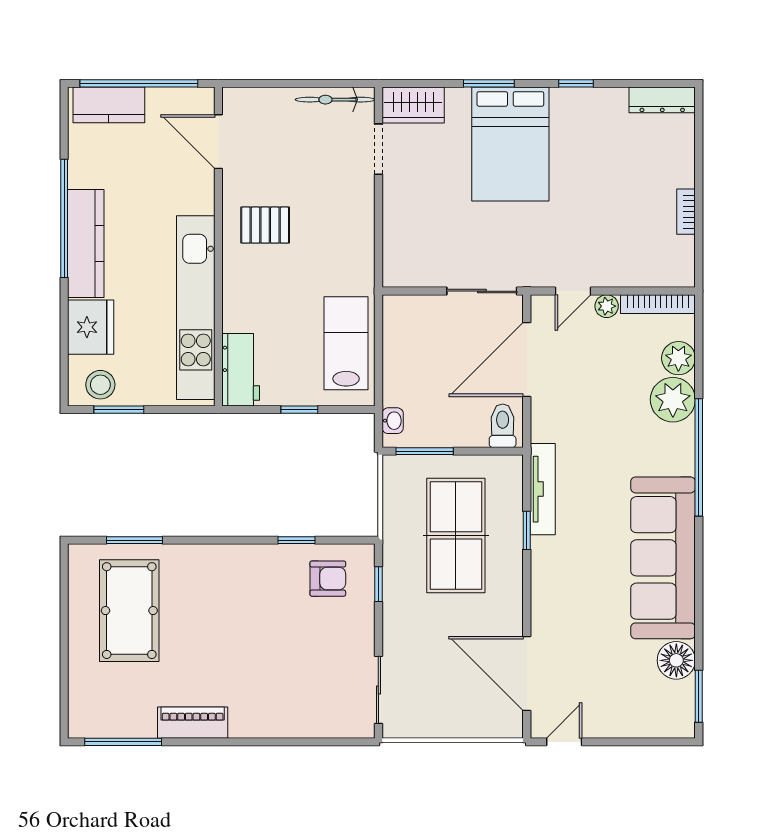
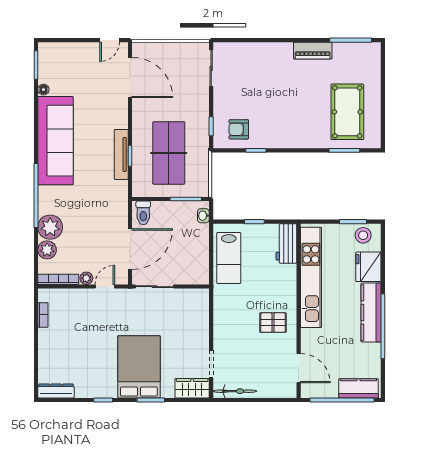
bookcase: (686, 212) -> (43, 315), moved
tv unit: (543, 489) -> (121, 154), moved
floor lamp: (676, 660) -> (43, 90), width x0.53, depth x0.53

